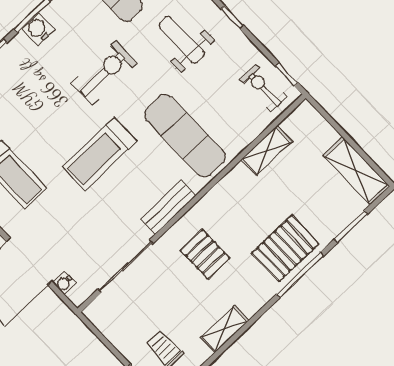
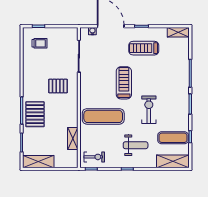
water cooler: (38, 29) -> (184, 102), removed
exercise bike: (104, 73) -> (149, 110), turned 180
bench: (168, 207) -> (85, 89), removed
shelving: (225, 329) -> (27, 69), removed

